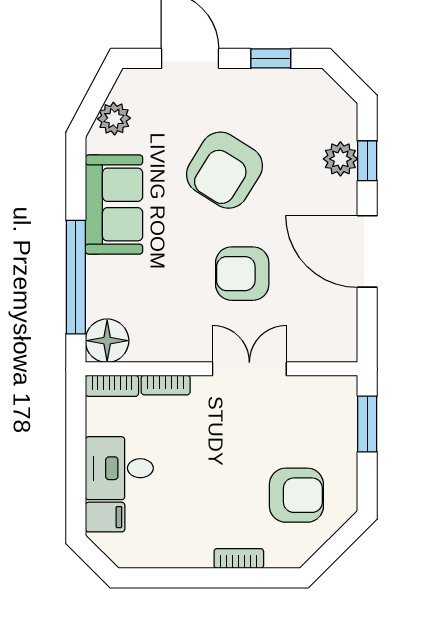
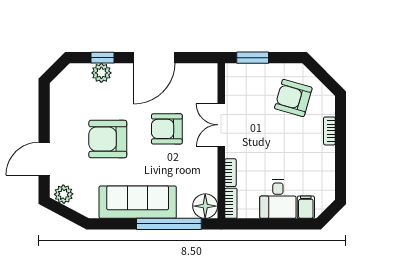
window: (271, 58) -> (44, 113), removed
plant: (114, 119) -> (64, 194), moved
armchair: (224, 170) -> (108, 139), turned 148
sofa: (114, 205) -> (138, 202), width x1.36
armchair: (242, 274) -> (167, 129), turned 90
armchair: (296, 495) -> (293, 98), turned -74

